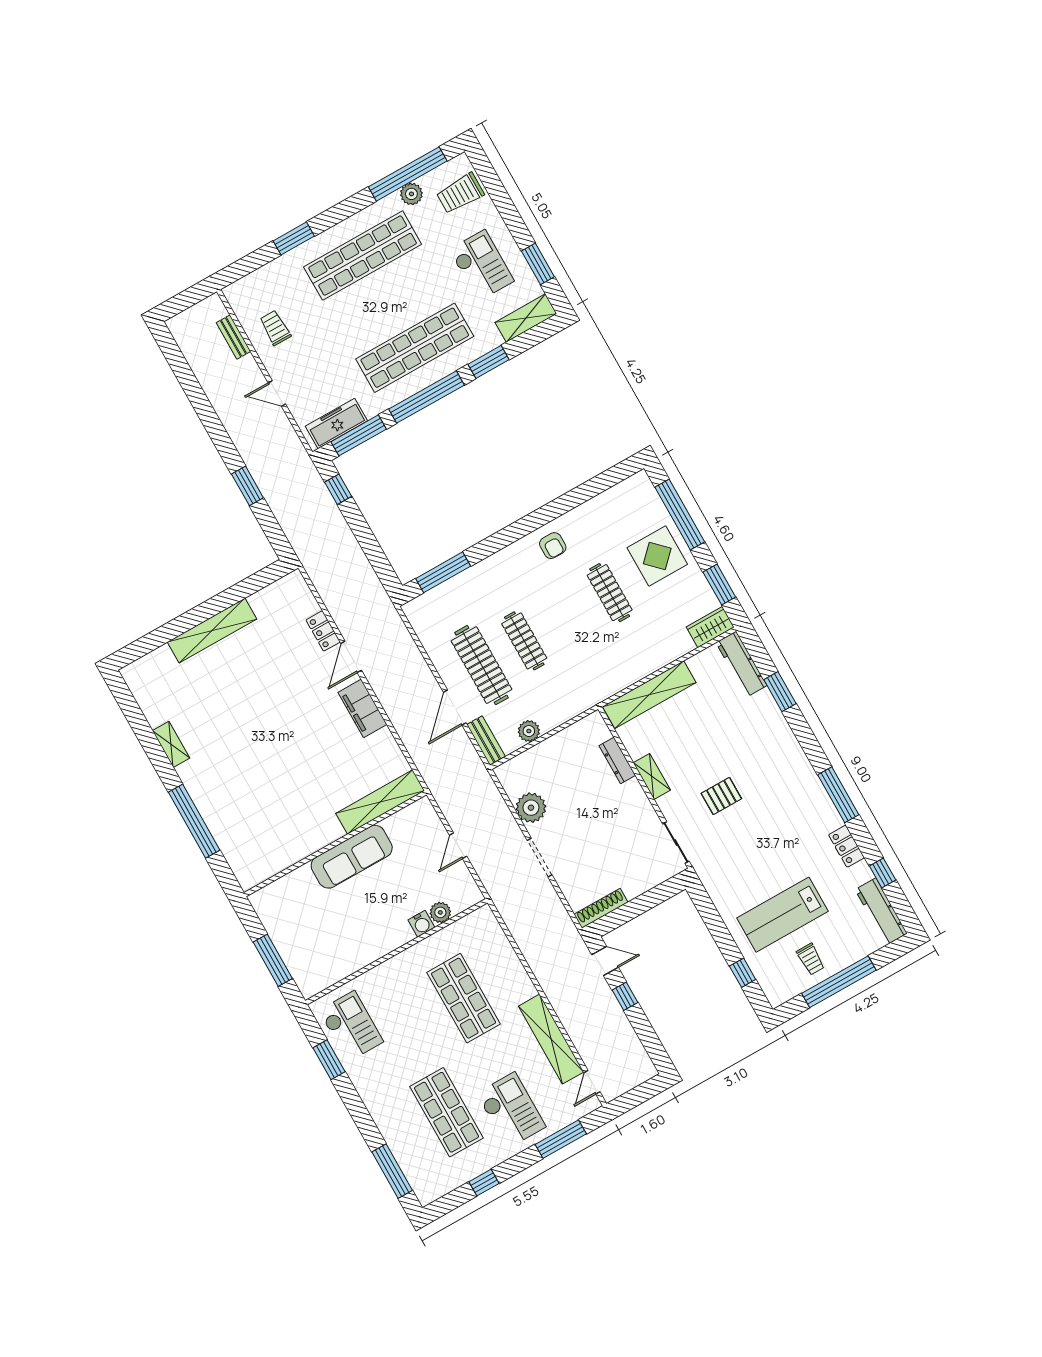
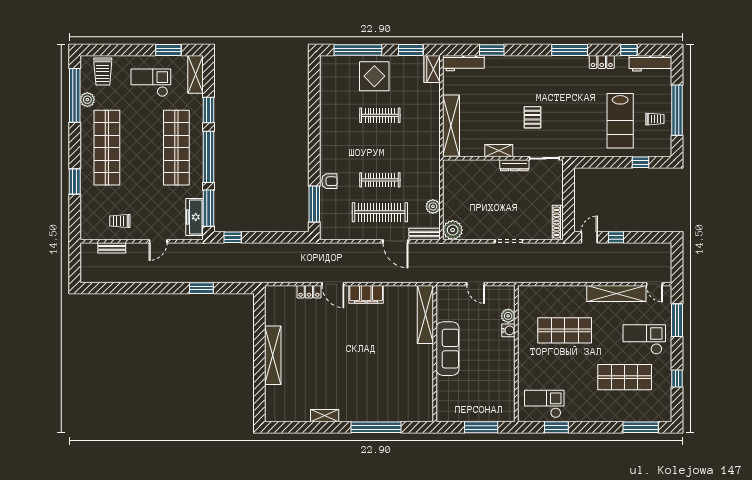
armchair: (553, 546) -> (329, 181), moved
dresser: (617, 760) -> (514, 165), moved
plant: (531, 808) -> (453, 230), moved

